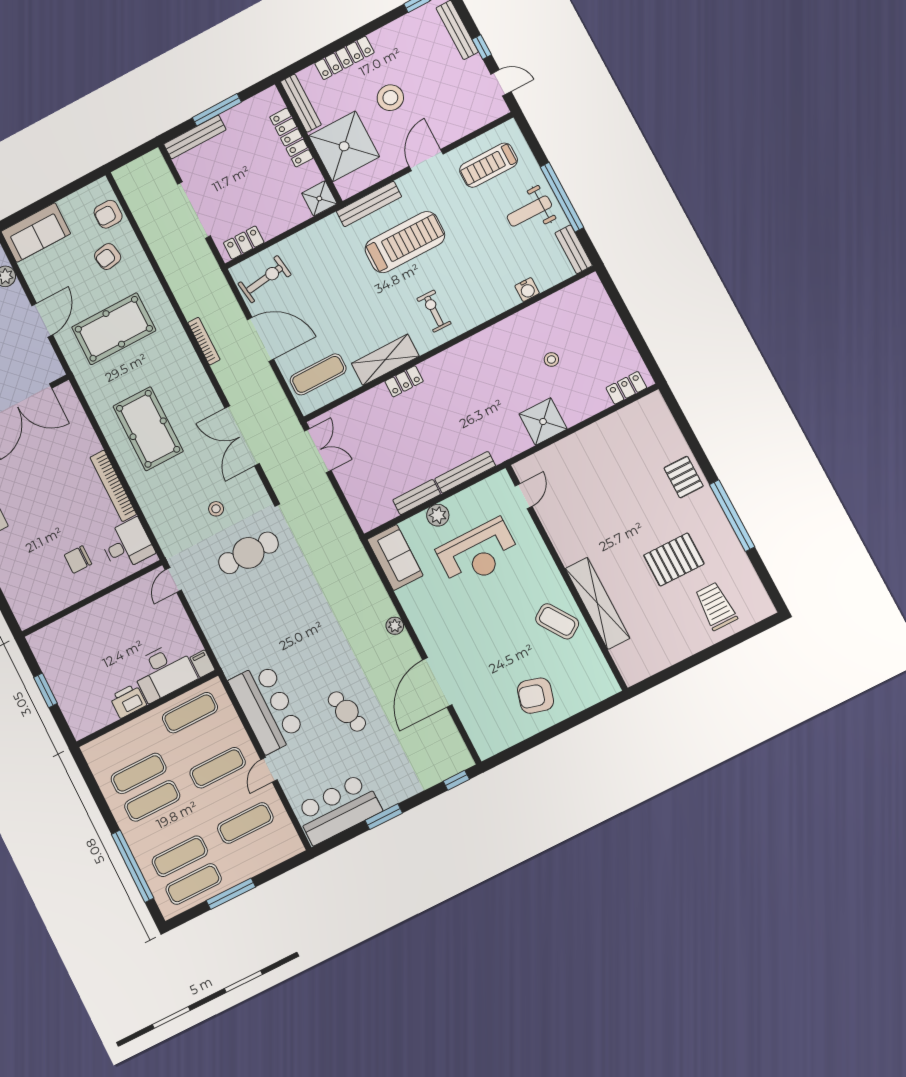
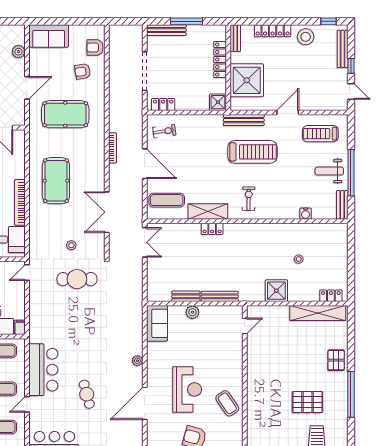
stool: (390, 98) -> (306, 37), moved
bench: (301, 103) -> (235, 38), width x0.73
exercise bike: (265, 279) -> (164, 131), width x0.73, depth x0.72
reception desk: (478, 553) -> (187, 389), moved, turned -90
shelving: (597, 603) -> (318, 313), moved, turned 90

